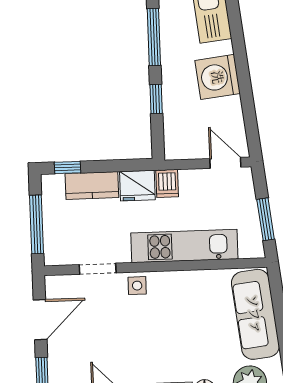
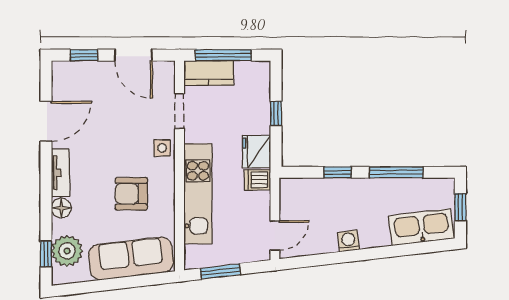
washing machine: (218, 77) -> (348, 241), width x0.53, depth x0.53
window: (68, 167) -> (276, 113), moved
kitchen counter: (92, 185) -> (209, 73), moved, turned -90
armchair: (187, 317) -> (131, 194), added

